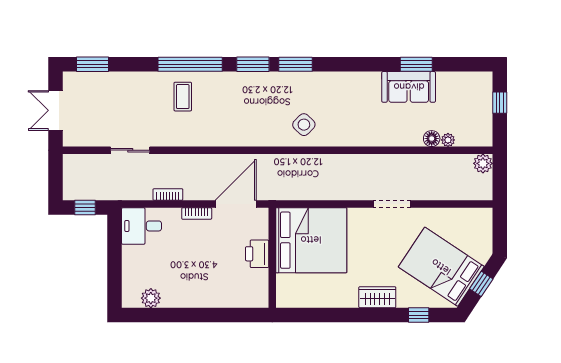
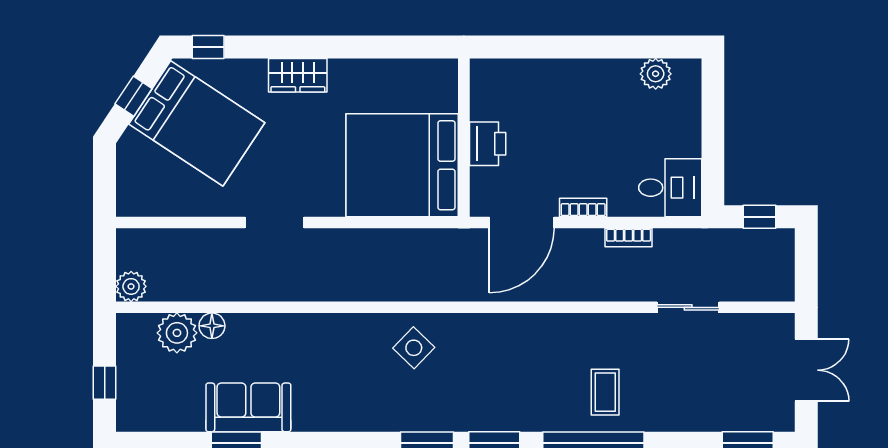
plant: (448, 140) -> (177, 333), width x1.88, depth x1.88
window: (419, 315) -> (208, 47), moved

